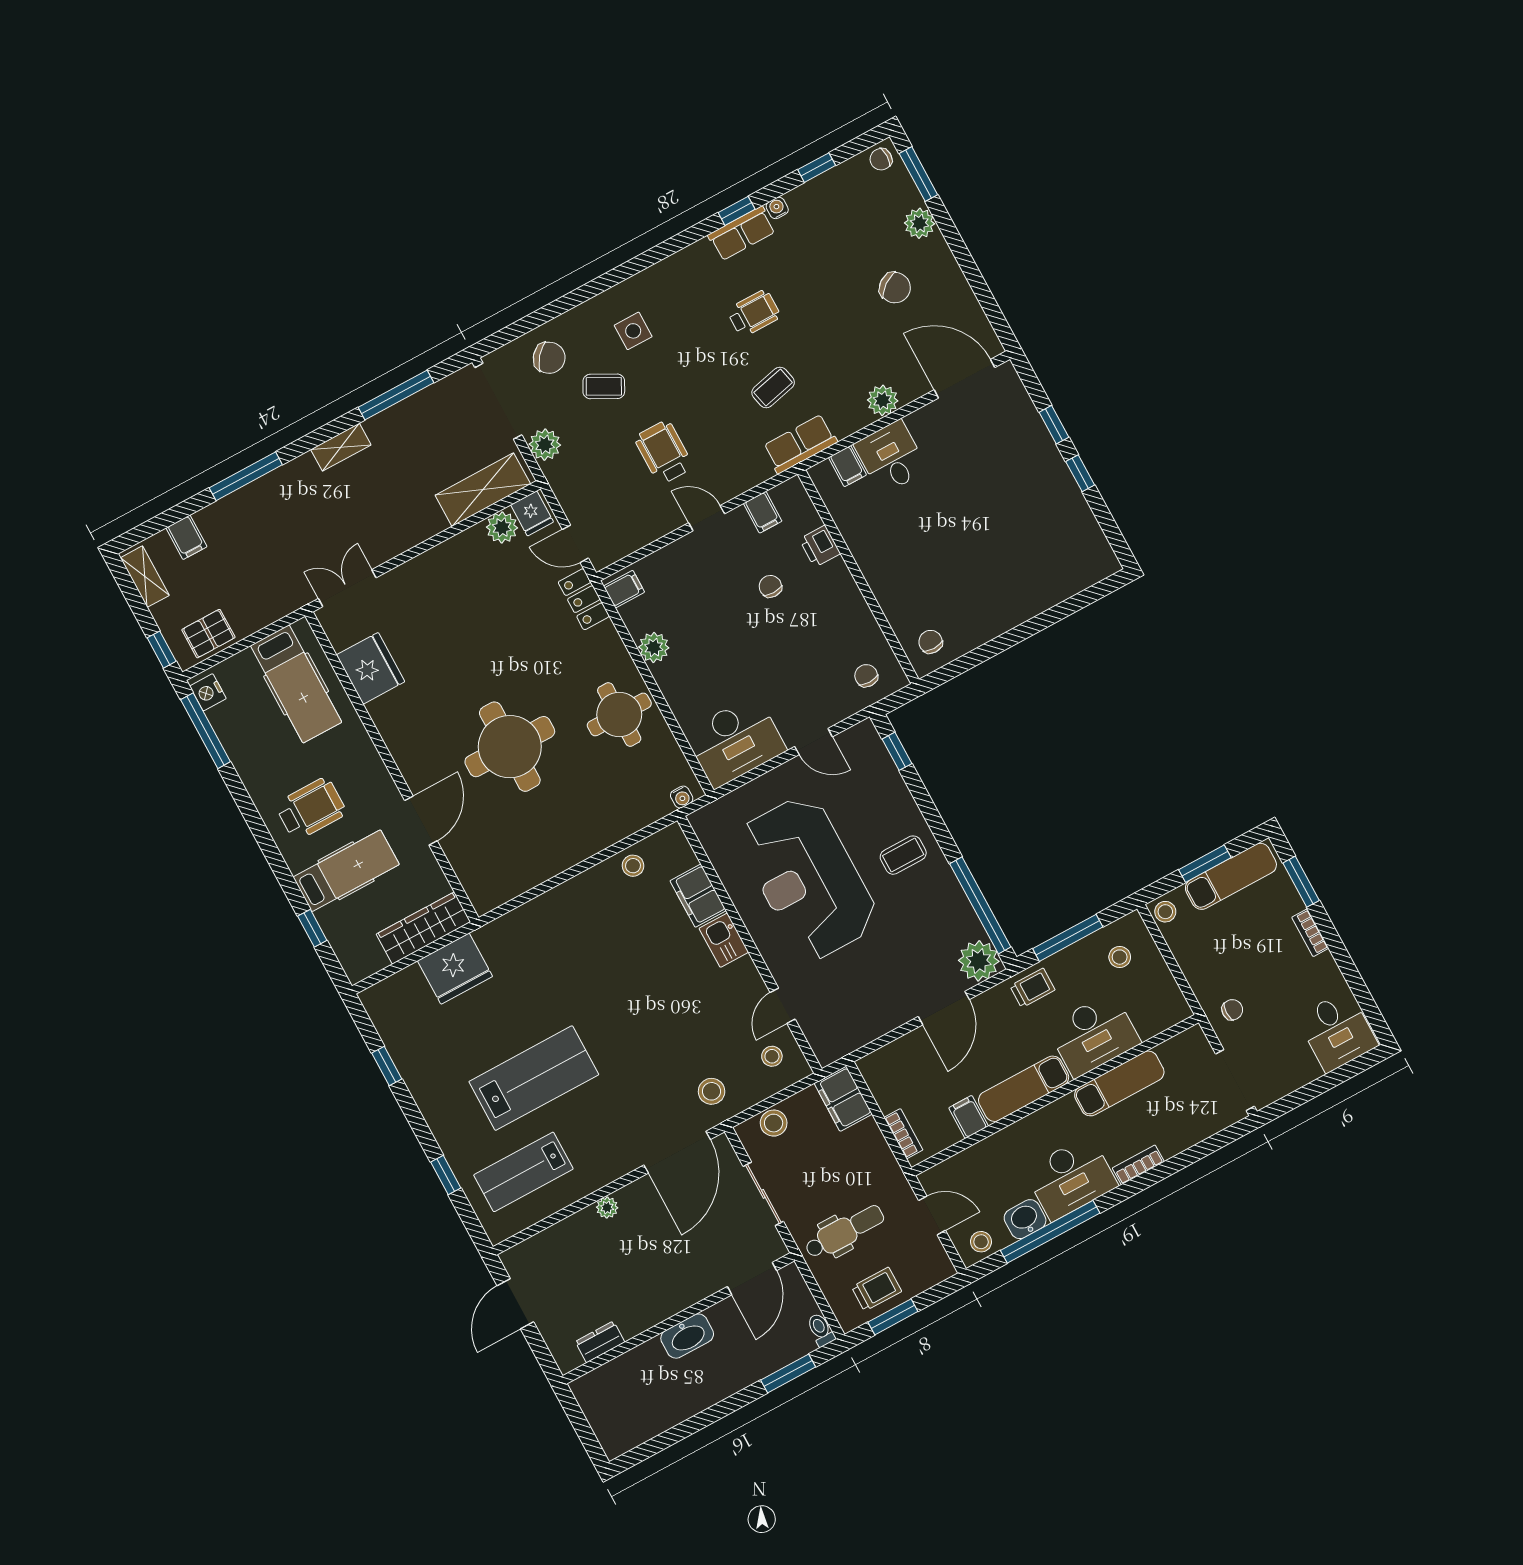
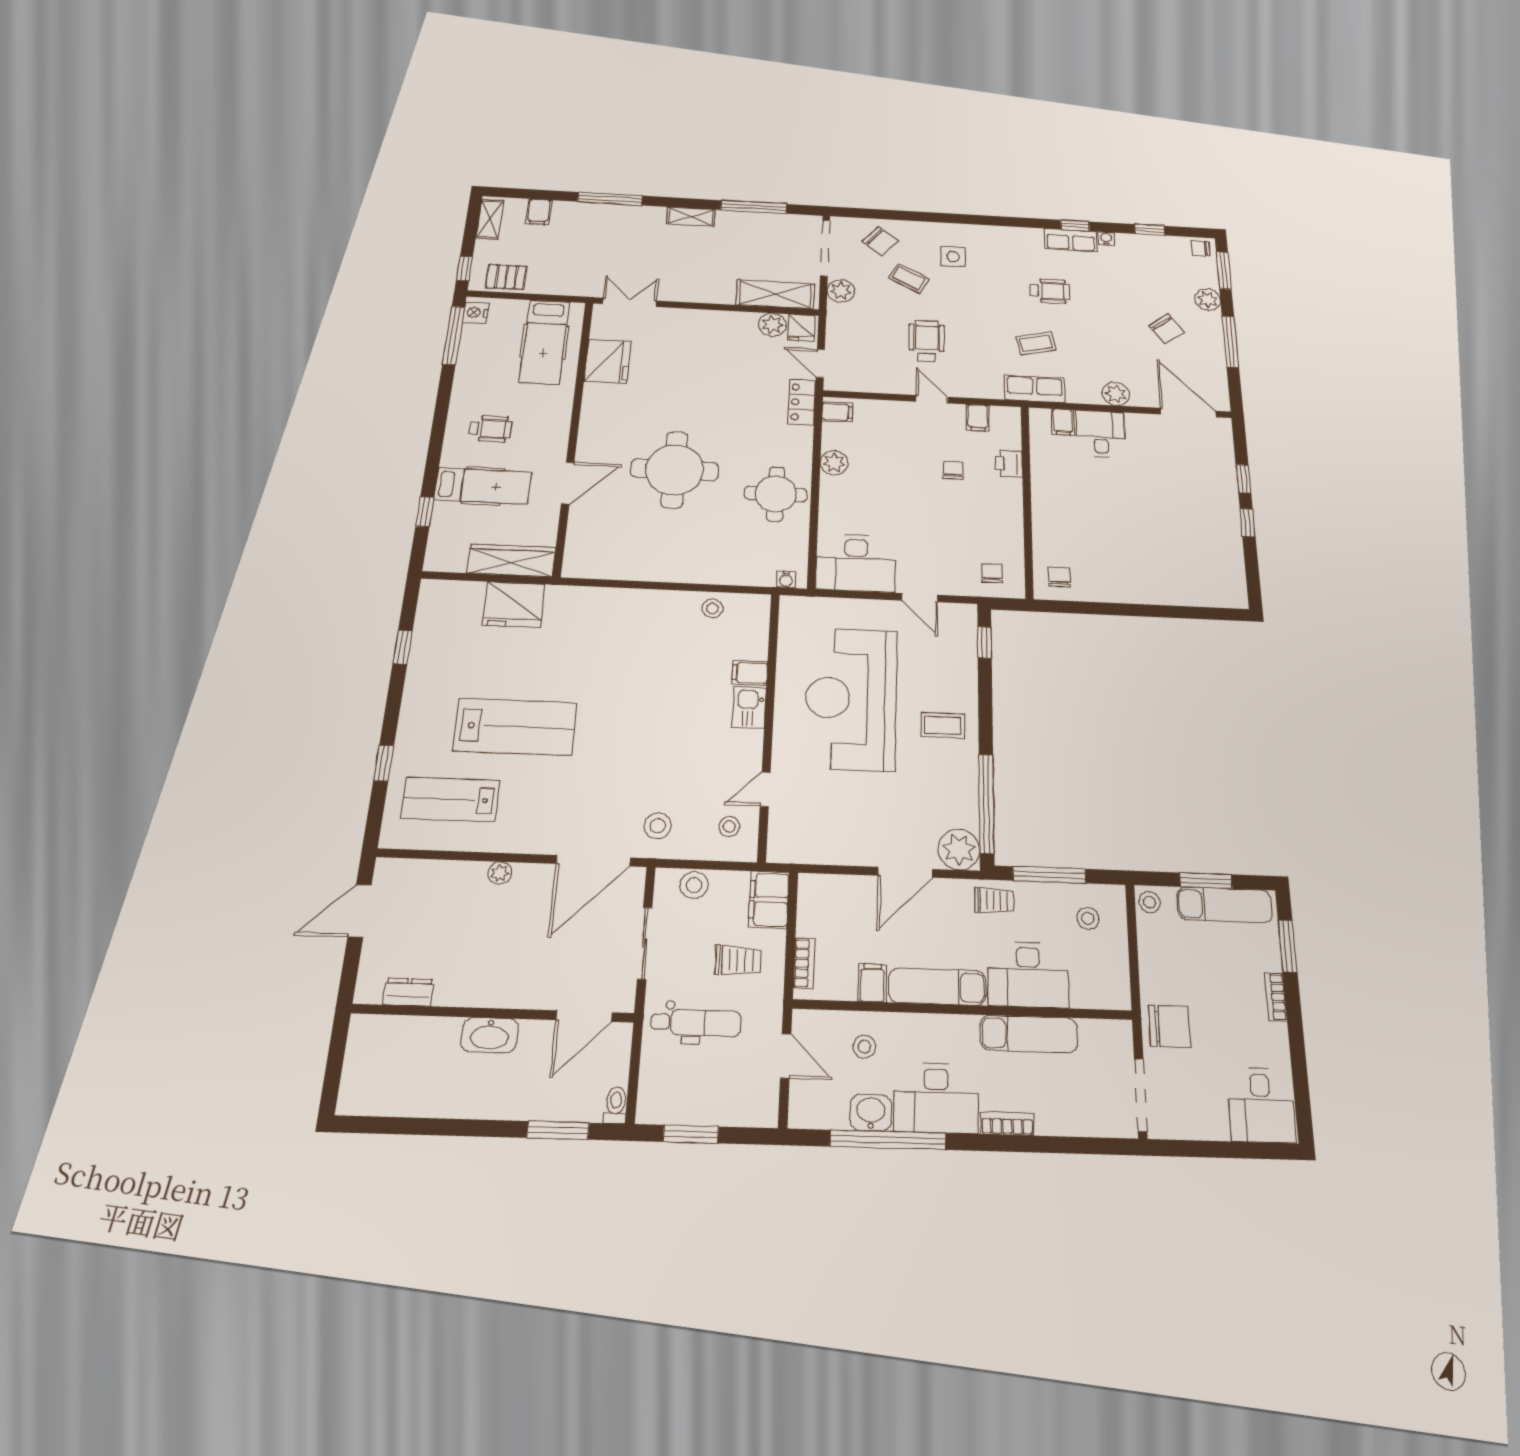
window: (967, 264) -> (1230, 342), added
wheelchair: (311, 809) -> (490, 429), width x0.73, depth x0.73
filing cabinet: (698, 896) -> (750, 673), width x0.50
chair: (1232, 1010) -> (1169, 1026), width x1.87, depth x1.87
stool: (981, 1242) -> (864, 1047), moved
trolley: (877, 1289) -> (738, 961), moved

